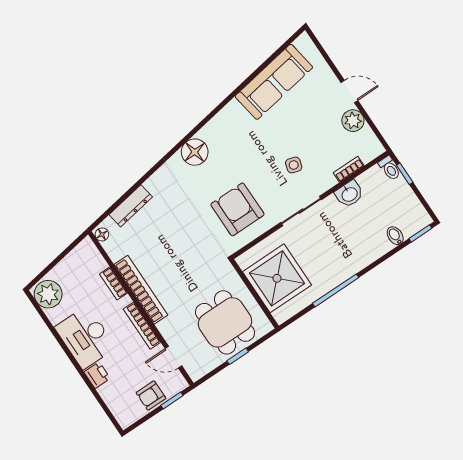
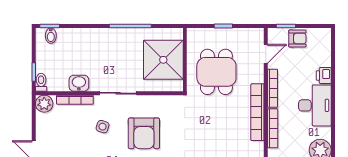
plant: (353, 121) -> (44, 104), moved
bookcase: (349, 169) -> (75, 100), width x1.56
armchair: (237, 209) -> (144, 133), moved
bidet: (395, 236) -> (51, 36), moved
bookcase: (114, 283) -> (273, 128), width x1.56
dining table: (225, 322) -> (216, 72), moved
door: (174, 357) -> (266, 54), hinge flipped

